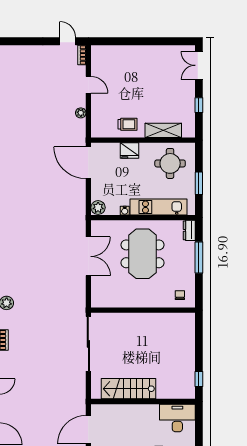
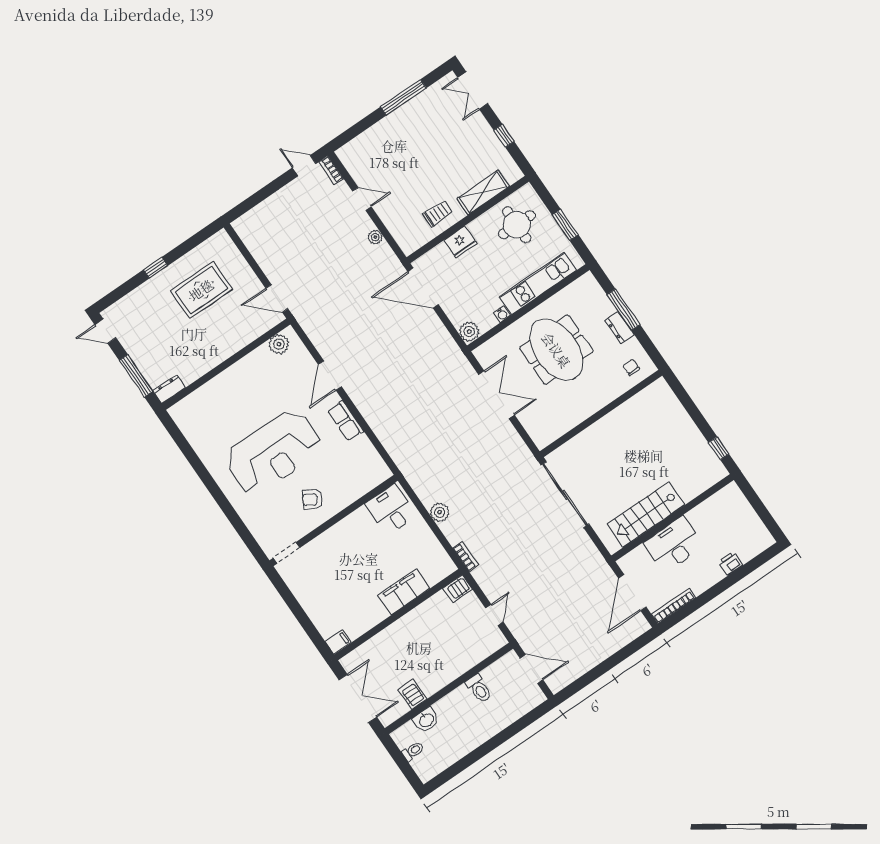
window: (155, 41) -> (403, 97), added
dresser: (189, 230) -> (620, 328), moved
desk: (177, 418) -> (674, 545), moved

